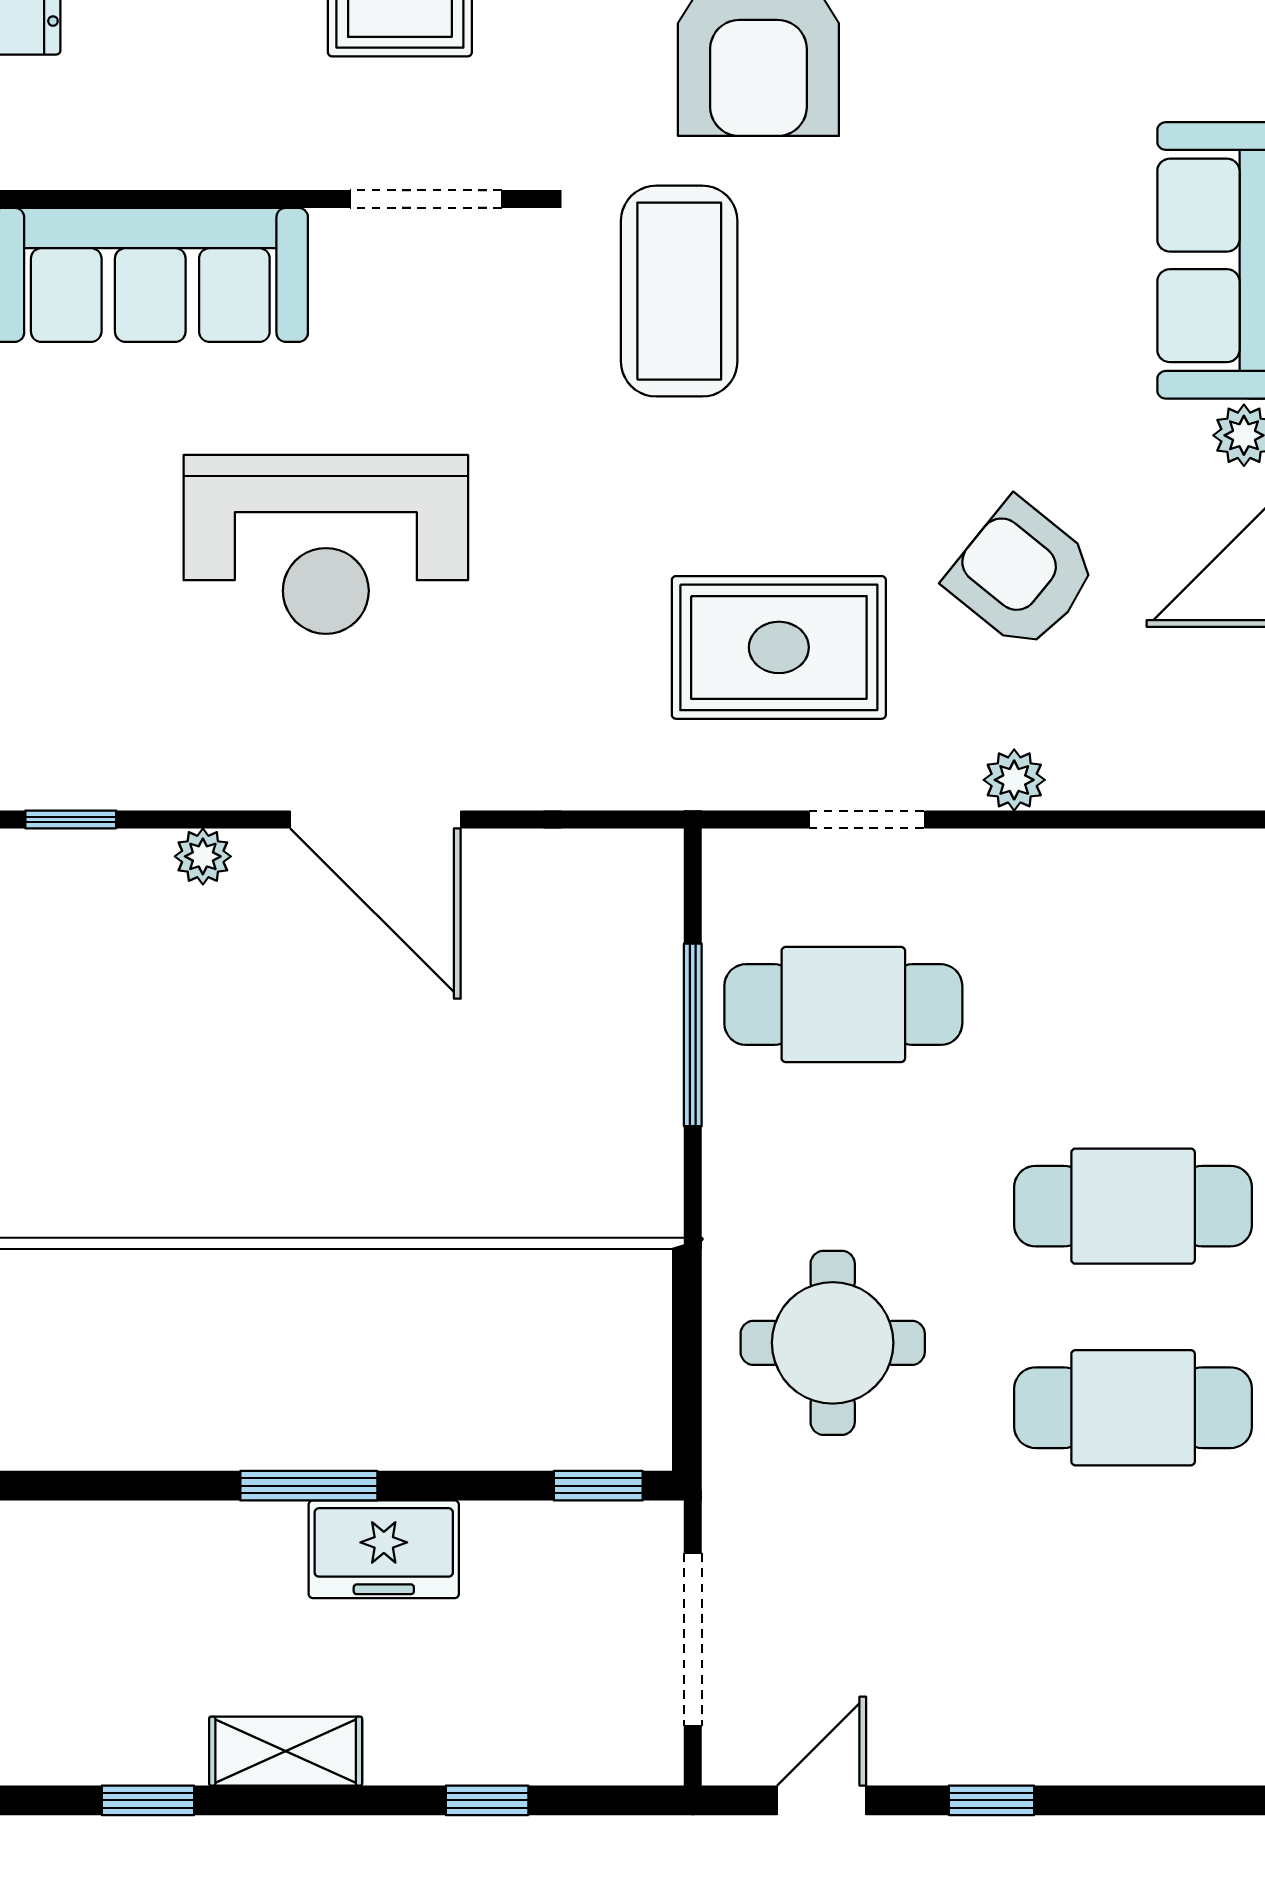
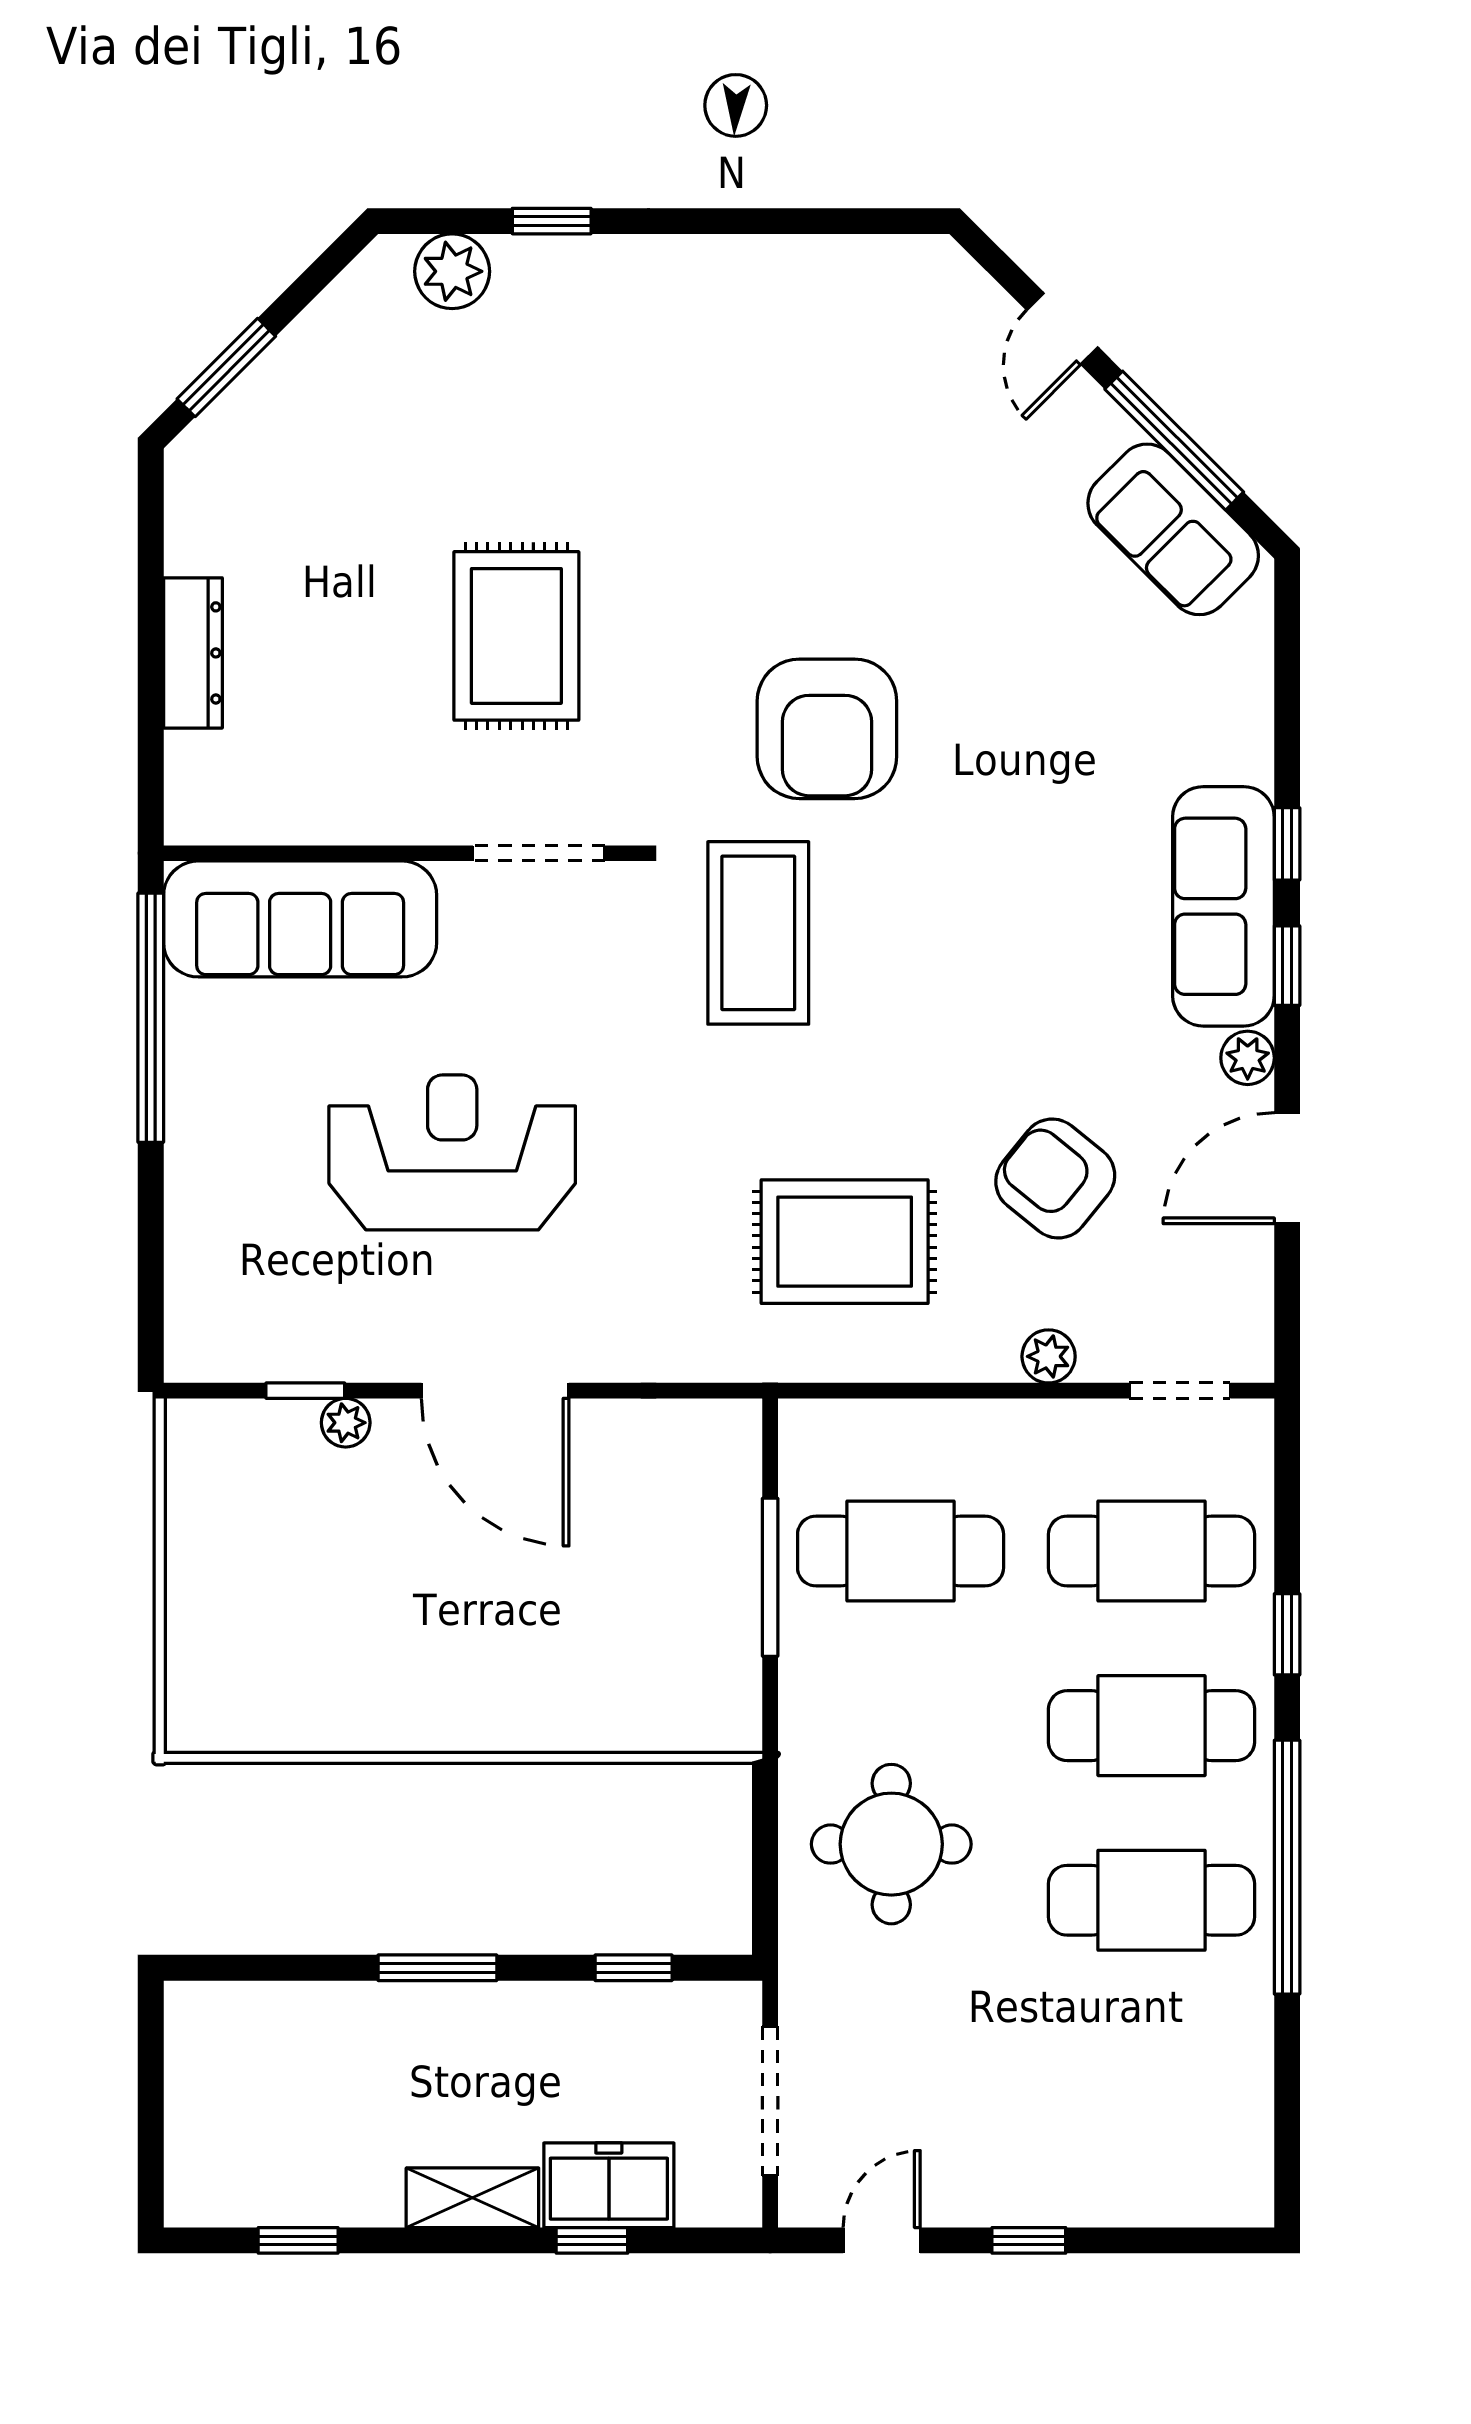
reception desk: (326, 544) -> (452, 1152), turned 180
window: (71, 819) -> (305, 1391), moved
doorway: (867, 819) -> (1180, 1391), moved
cafe table: (1133, 1005) -> (1152, 1551), added
window: (598, 1486) -> (634, 1968), moved
freezer: (384, 1549) -> (609, 2185), moved, turned 180
shelving: (286, 1751) -> (472, 2198), moved

